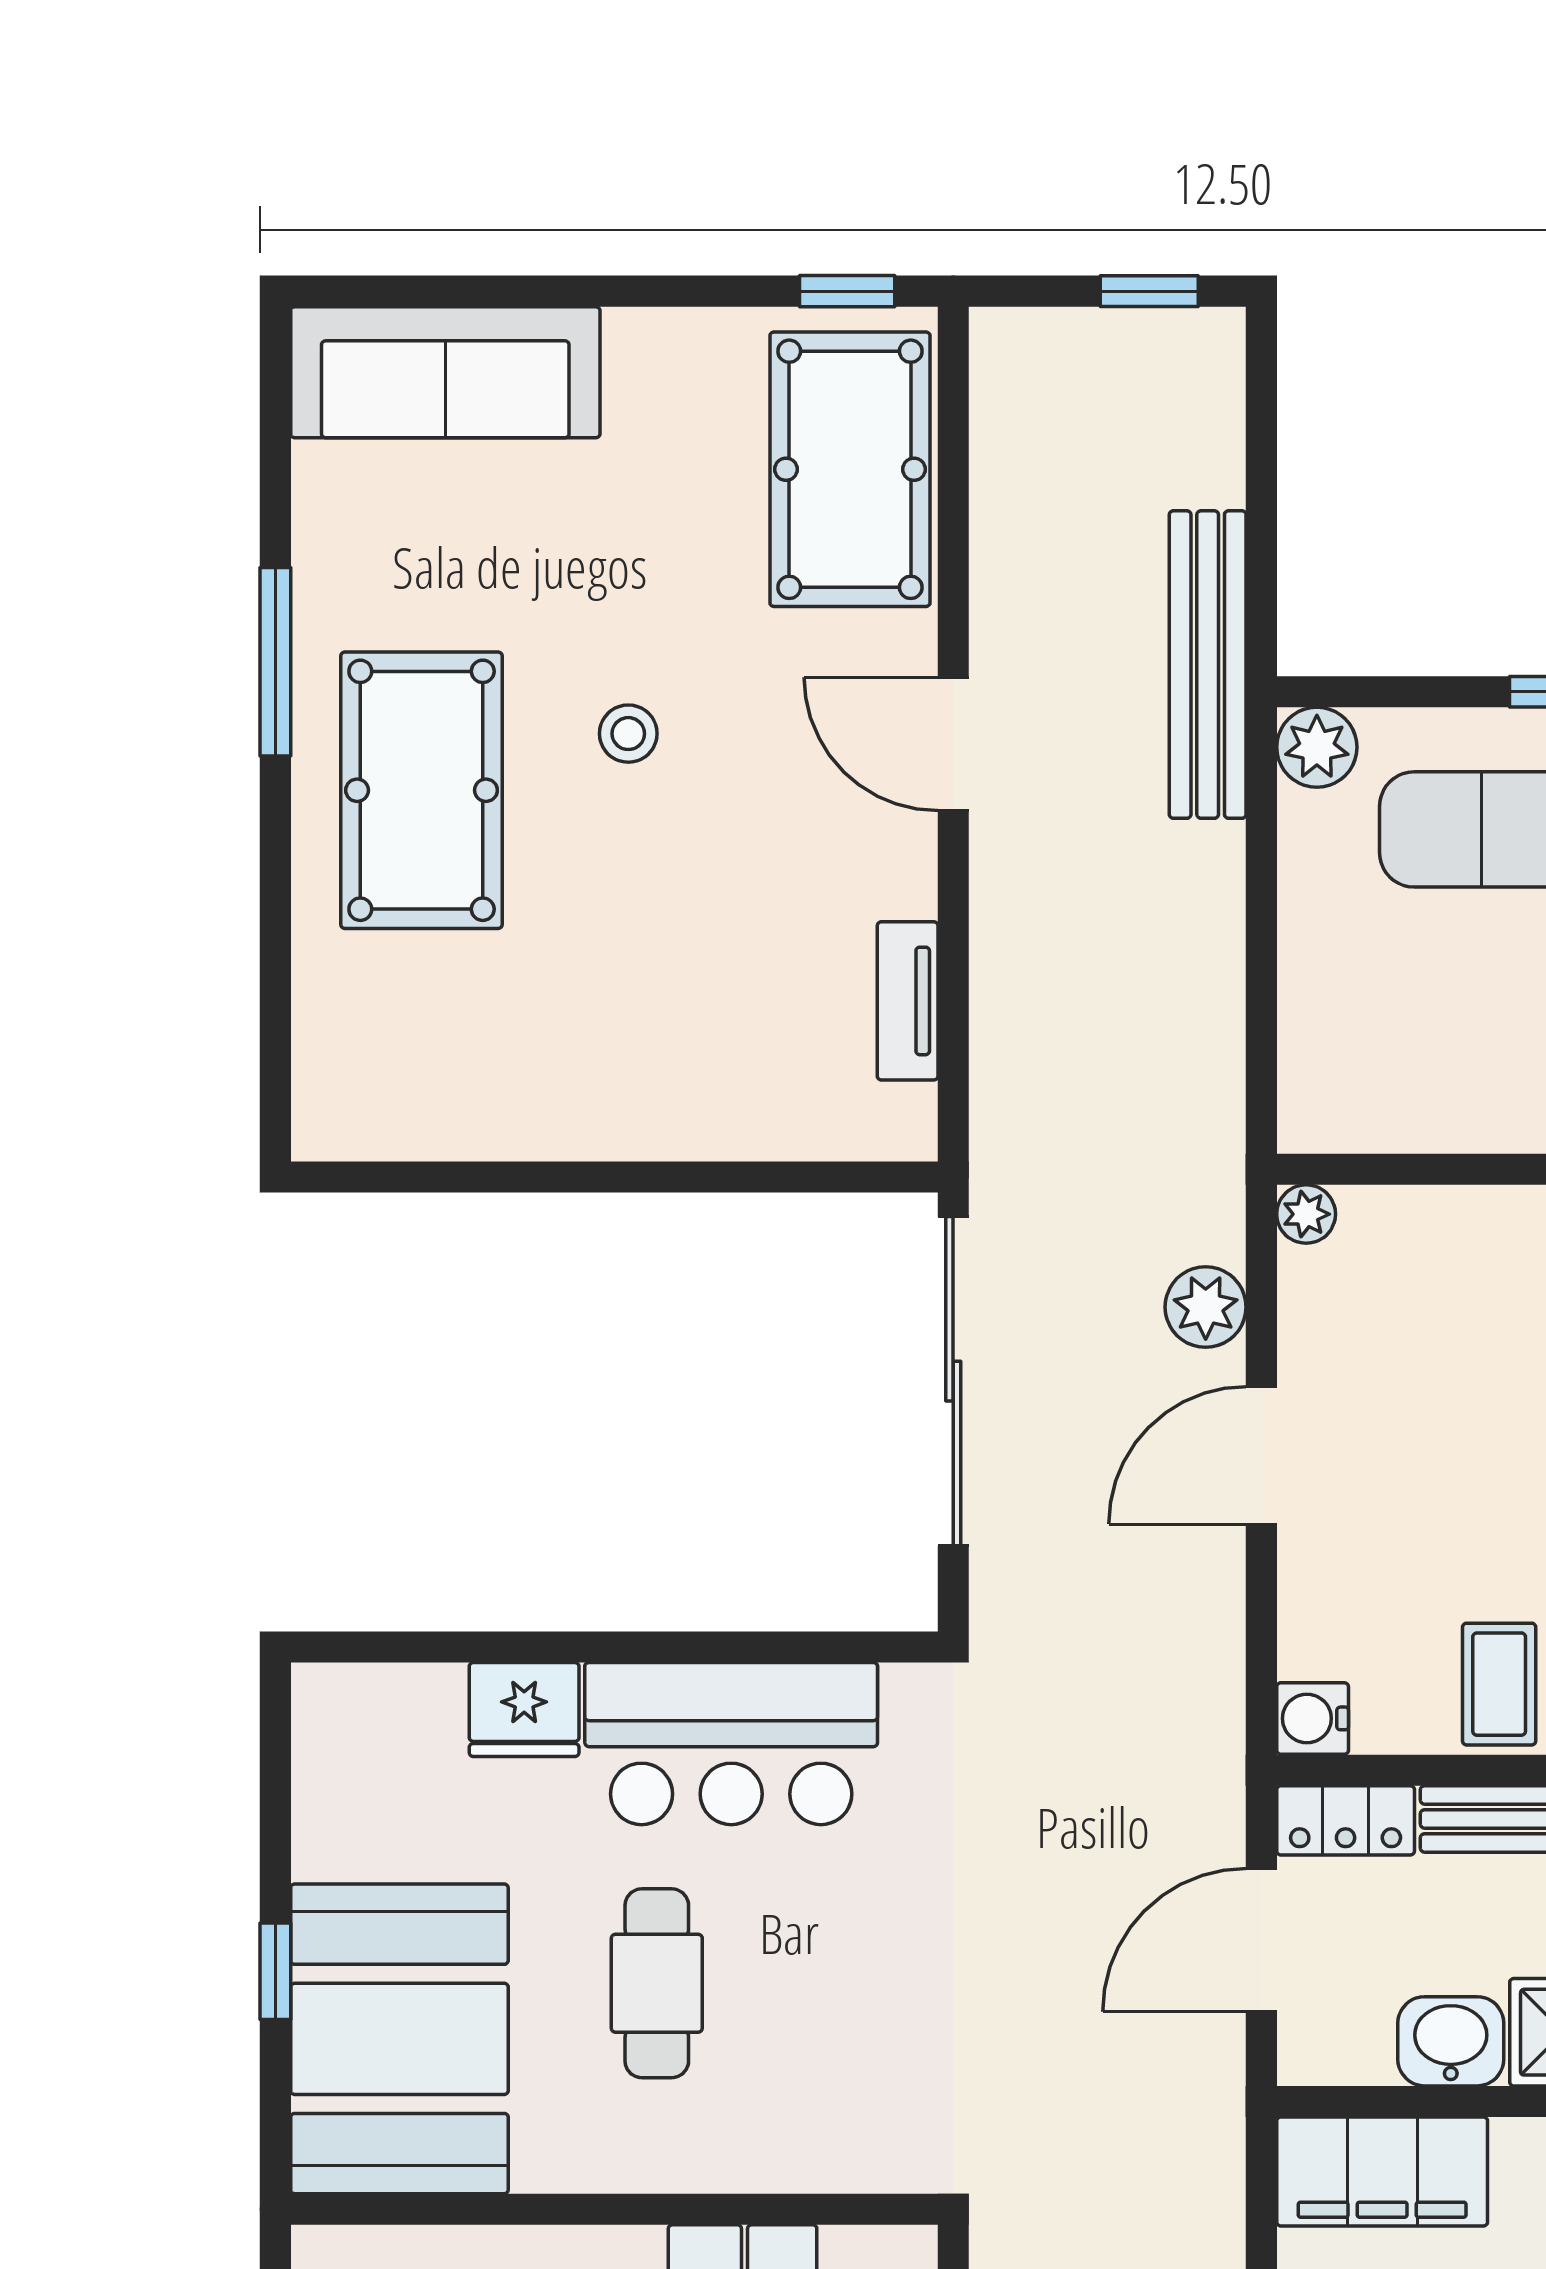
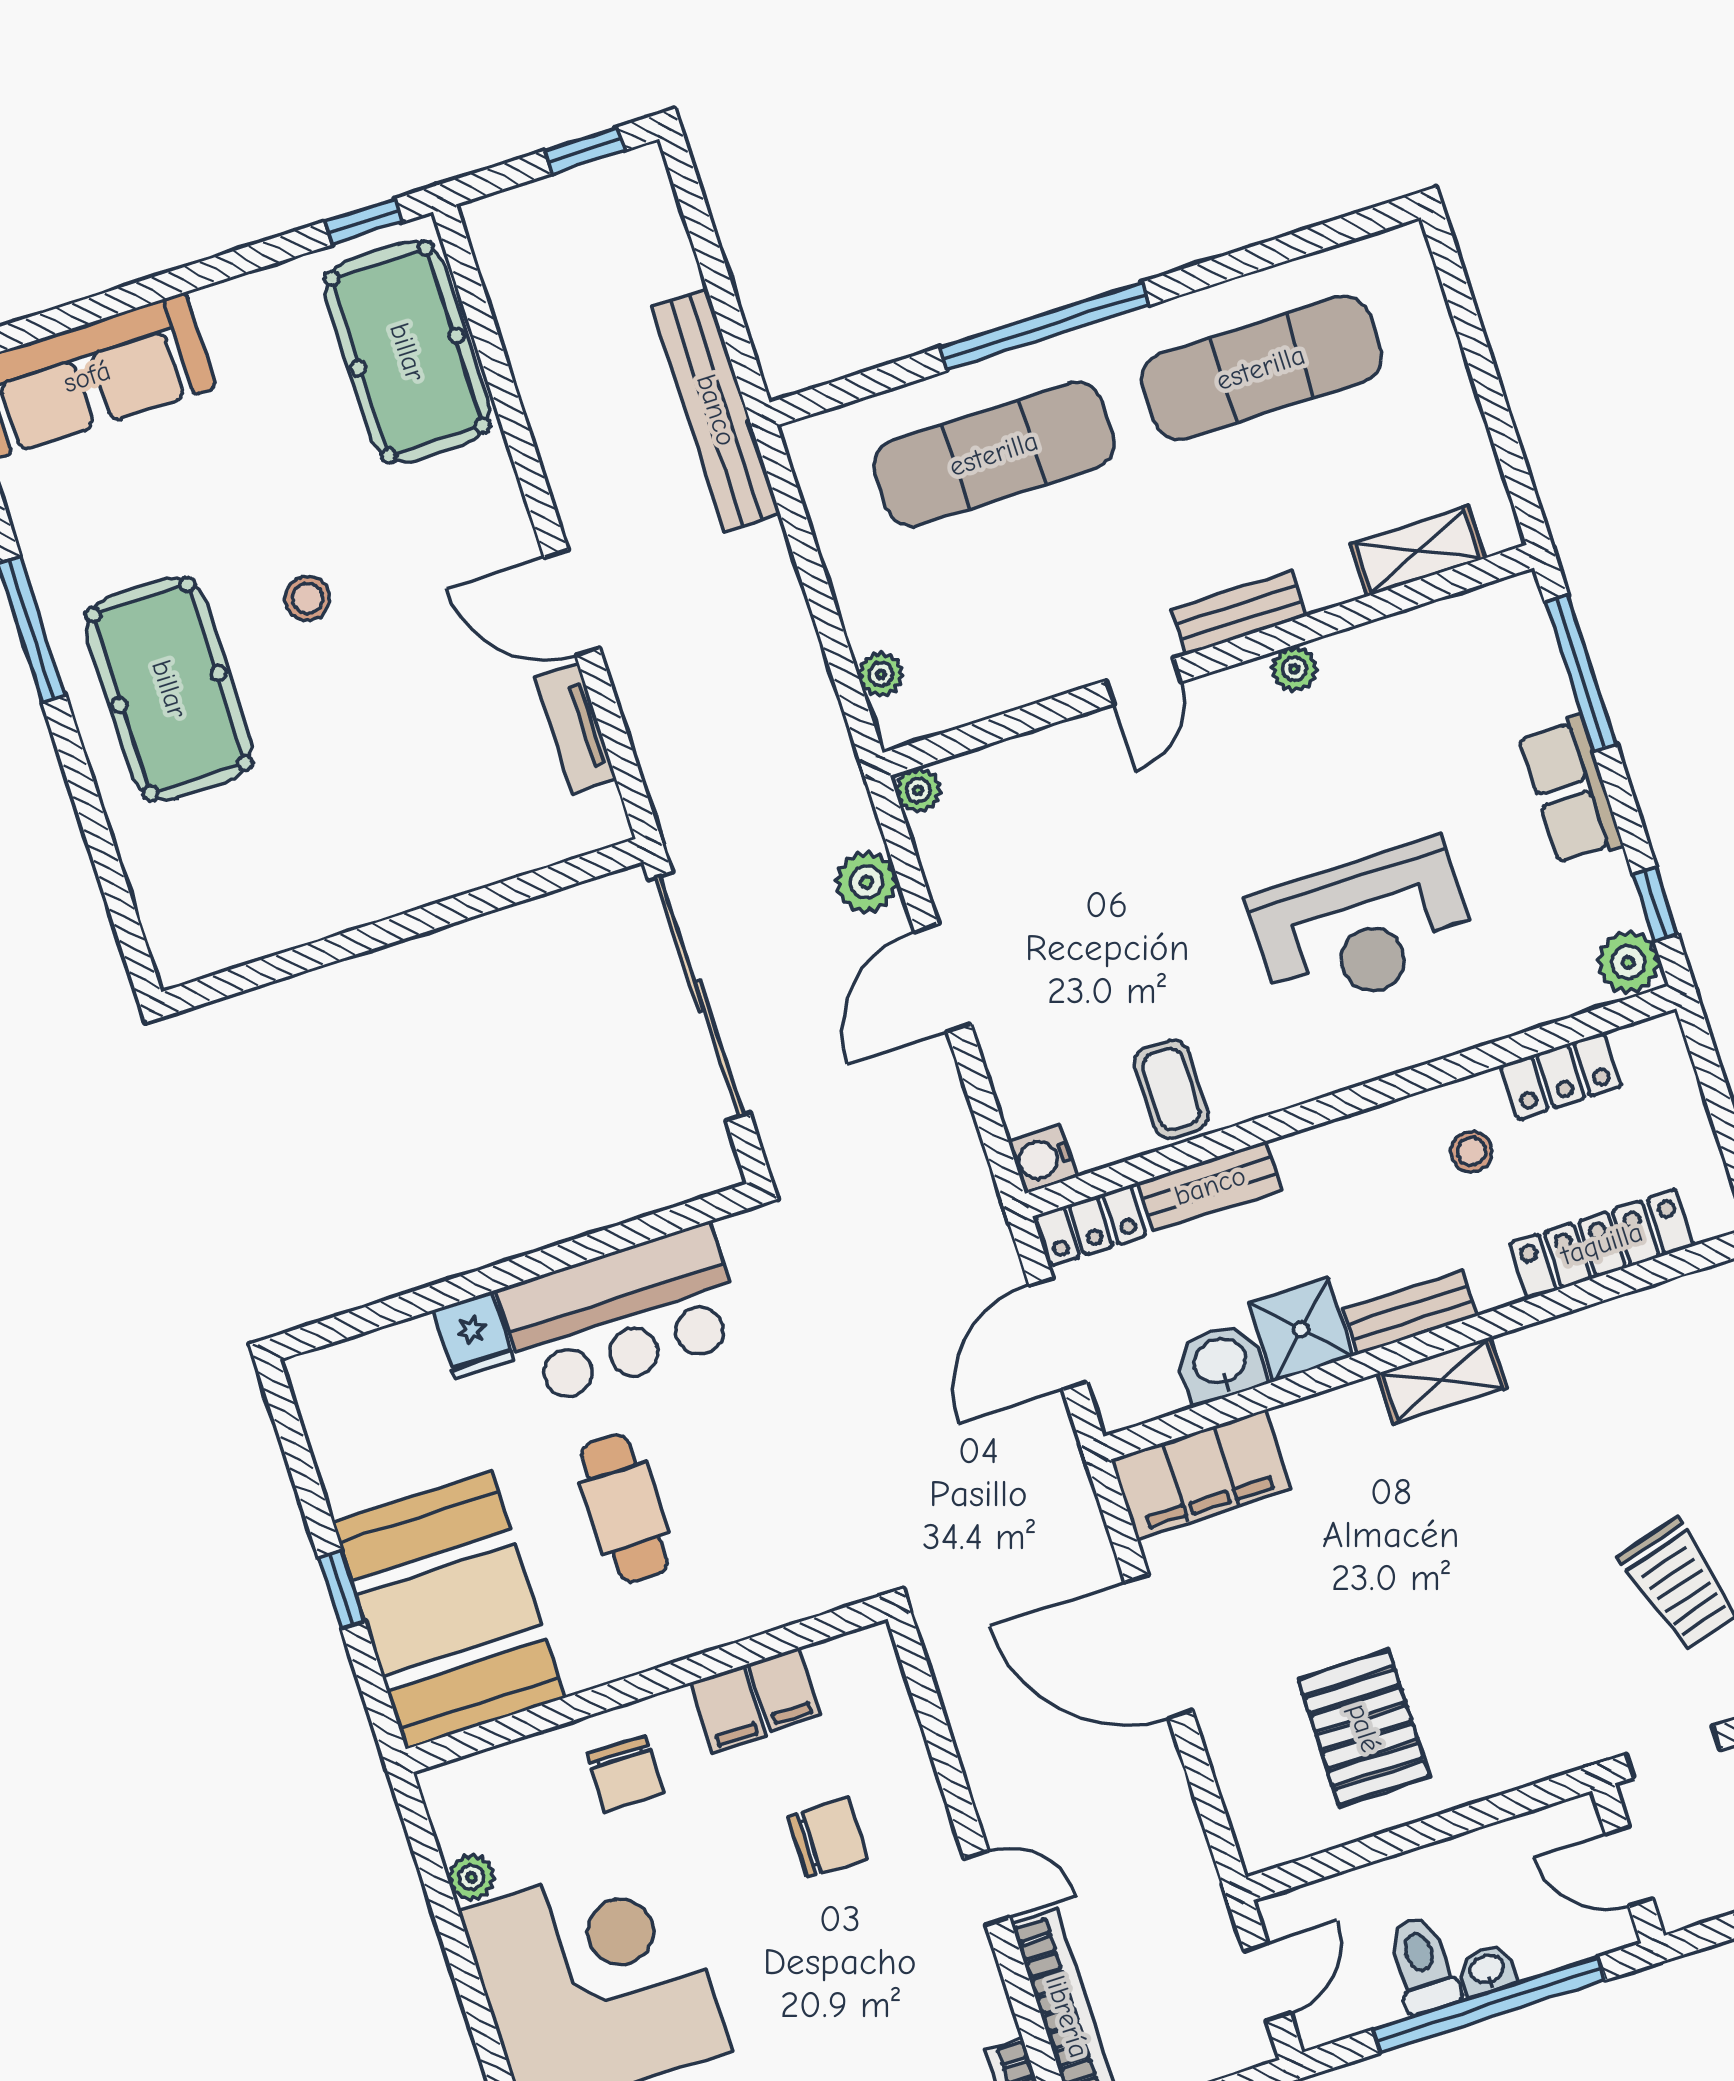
door: (953, 744) -> (572, 602), moved
plant: (1317, 747) -> (881, 674), moved, width x0.73, depth x0.73
fridge: (524, 1709) -> (473, 1335), width x0.72

